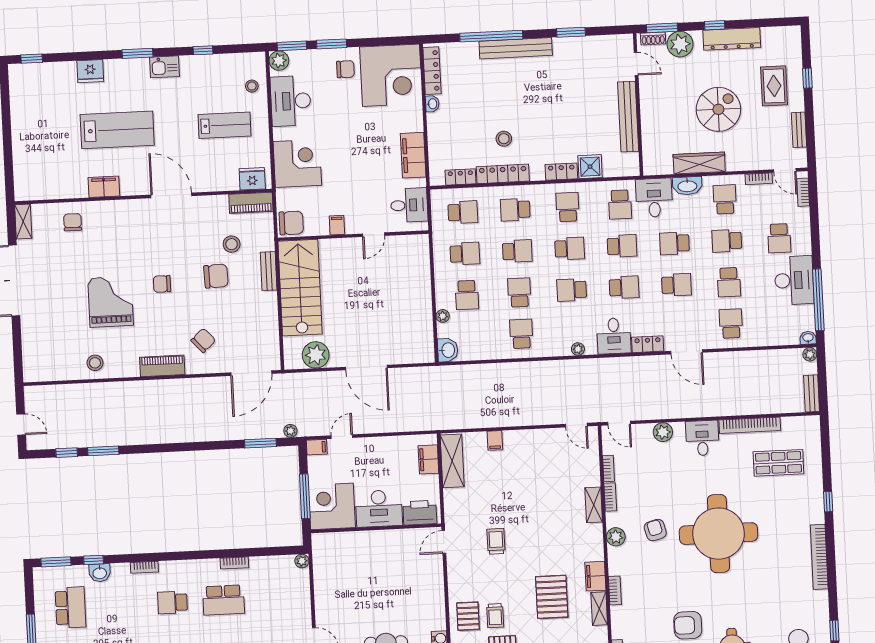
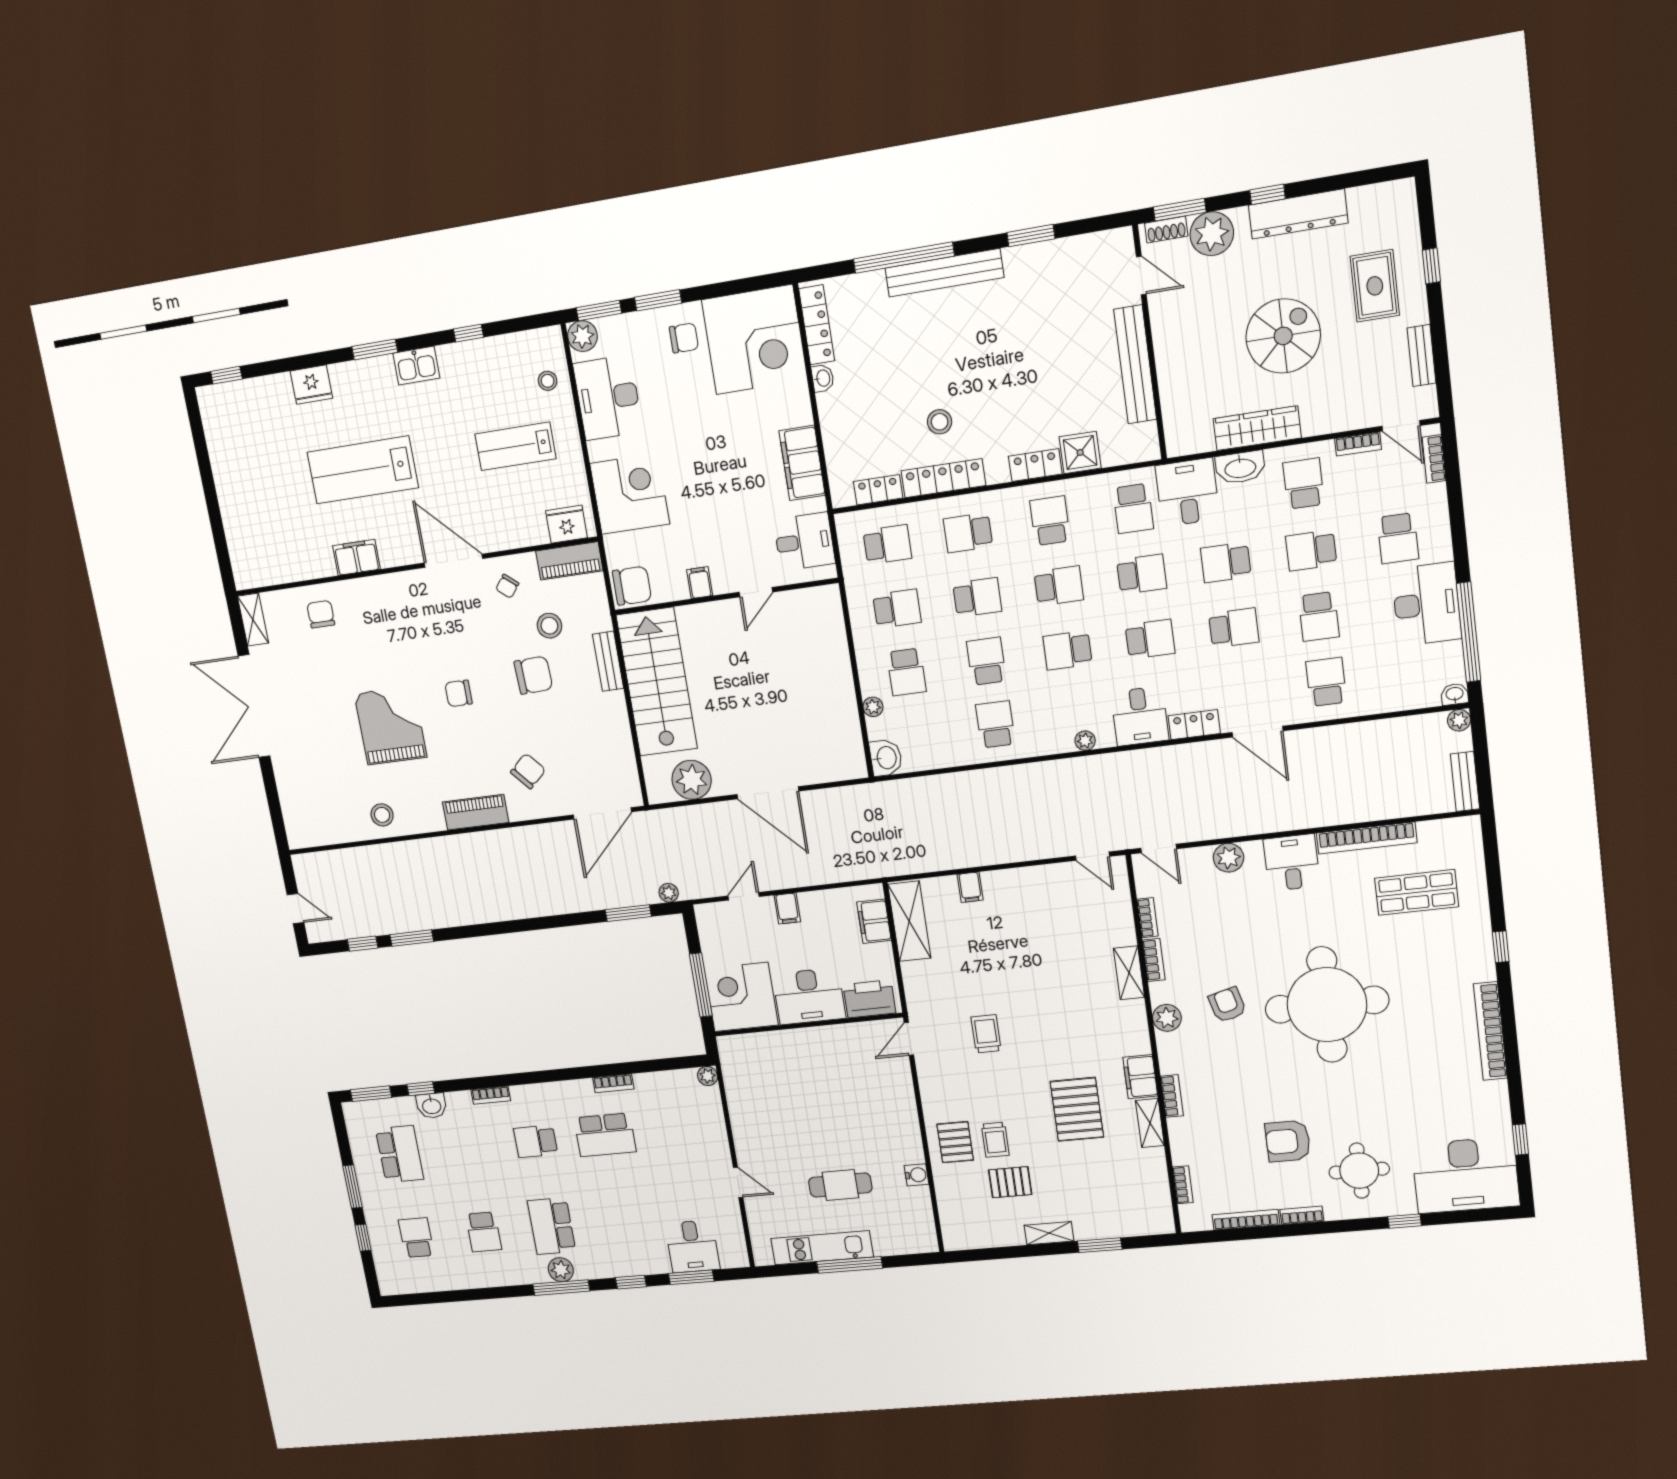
lab bench: (224, 125) -> (515, 446), turned 180
lab bench: (117, 130) -> (363, 470), turned 180
chair: (206, 216) -> (507, 586), added
filing cabinet: (317, 447) -> (787, 908), moved, turned 90

